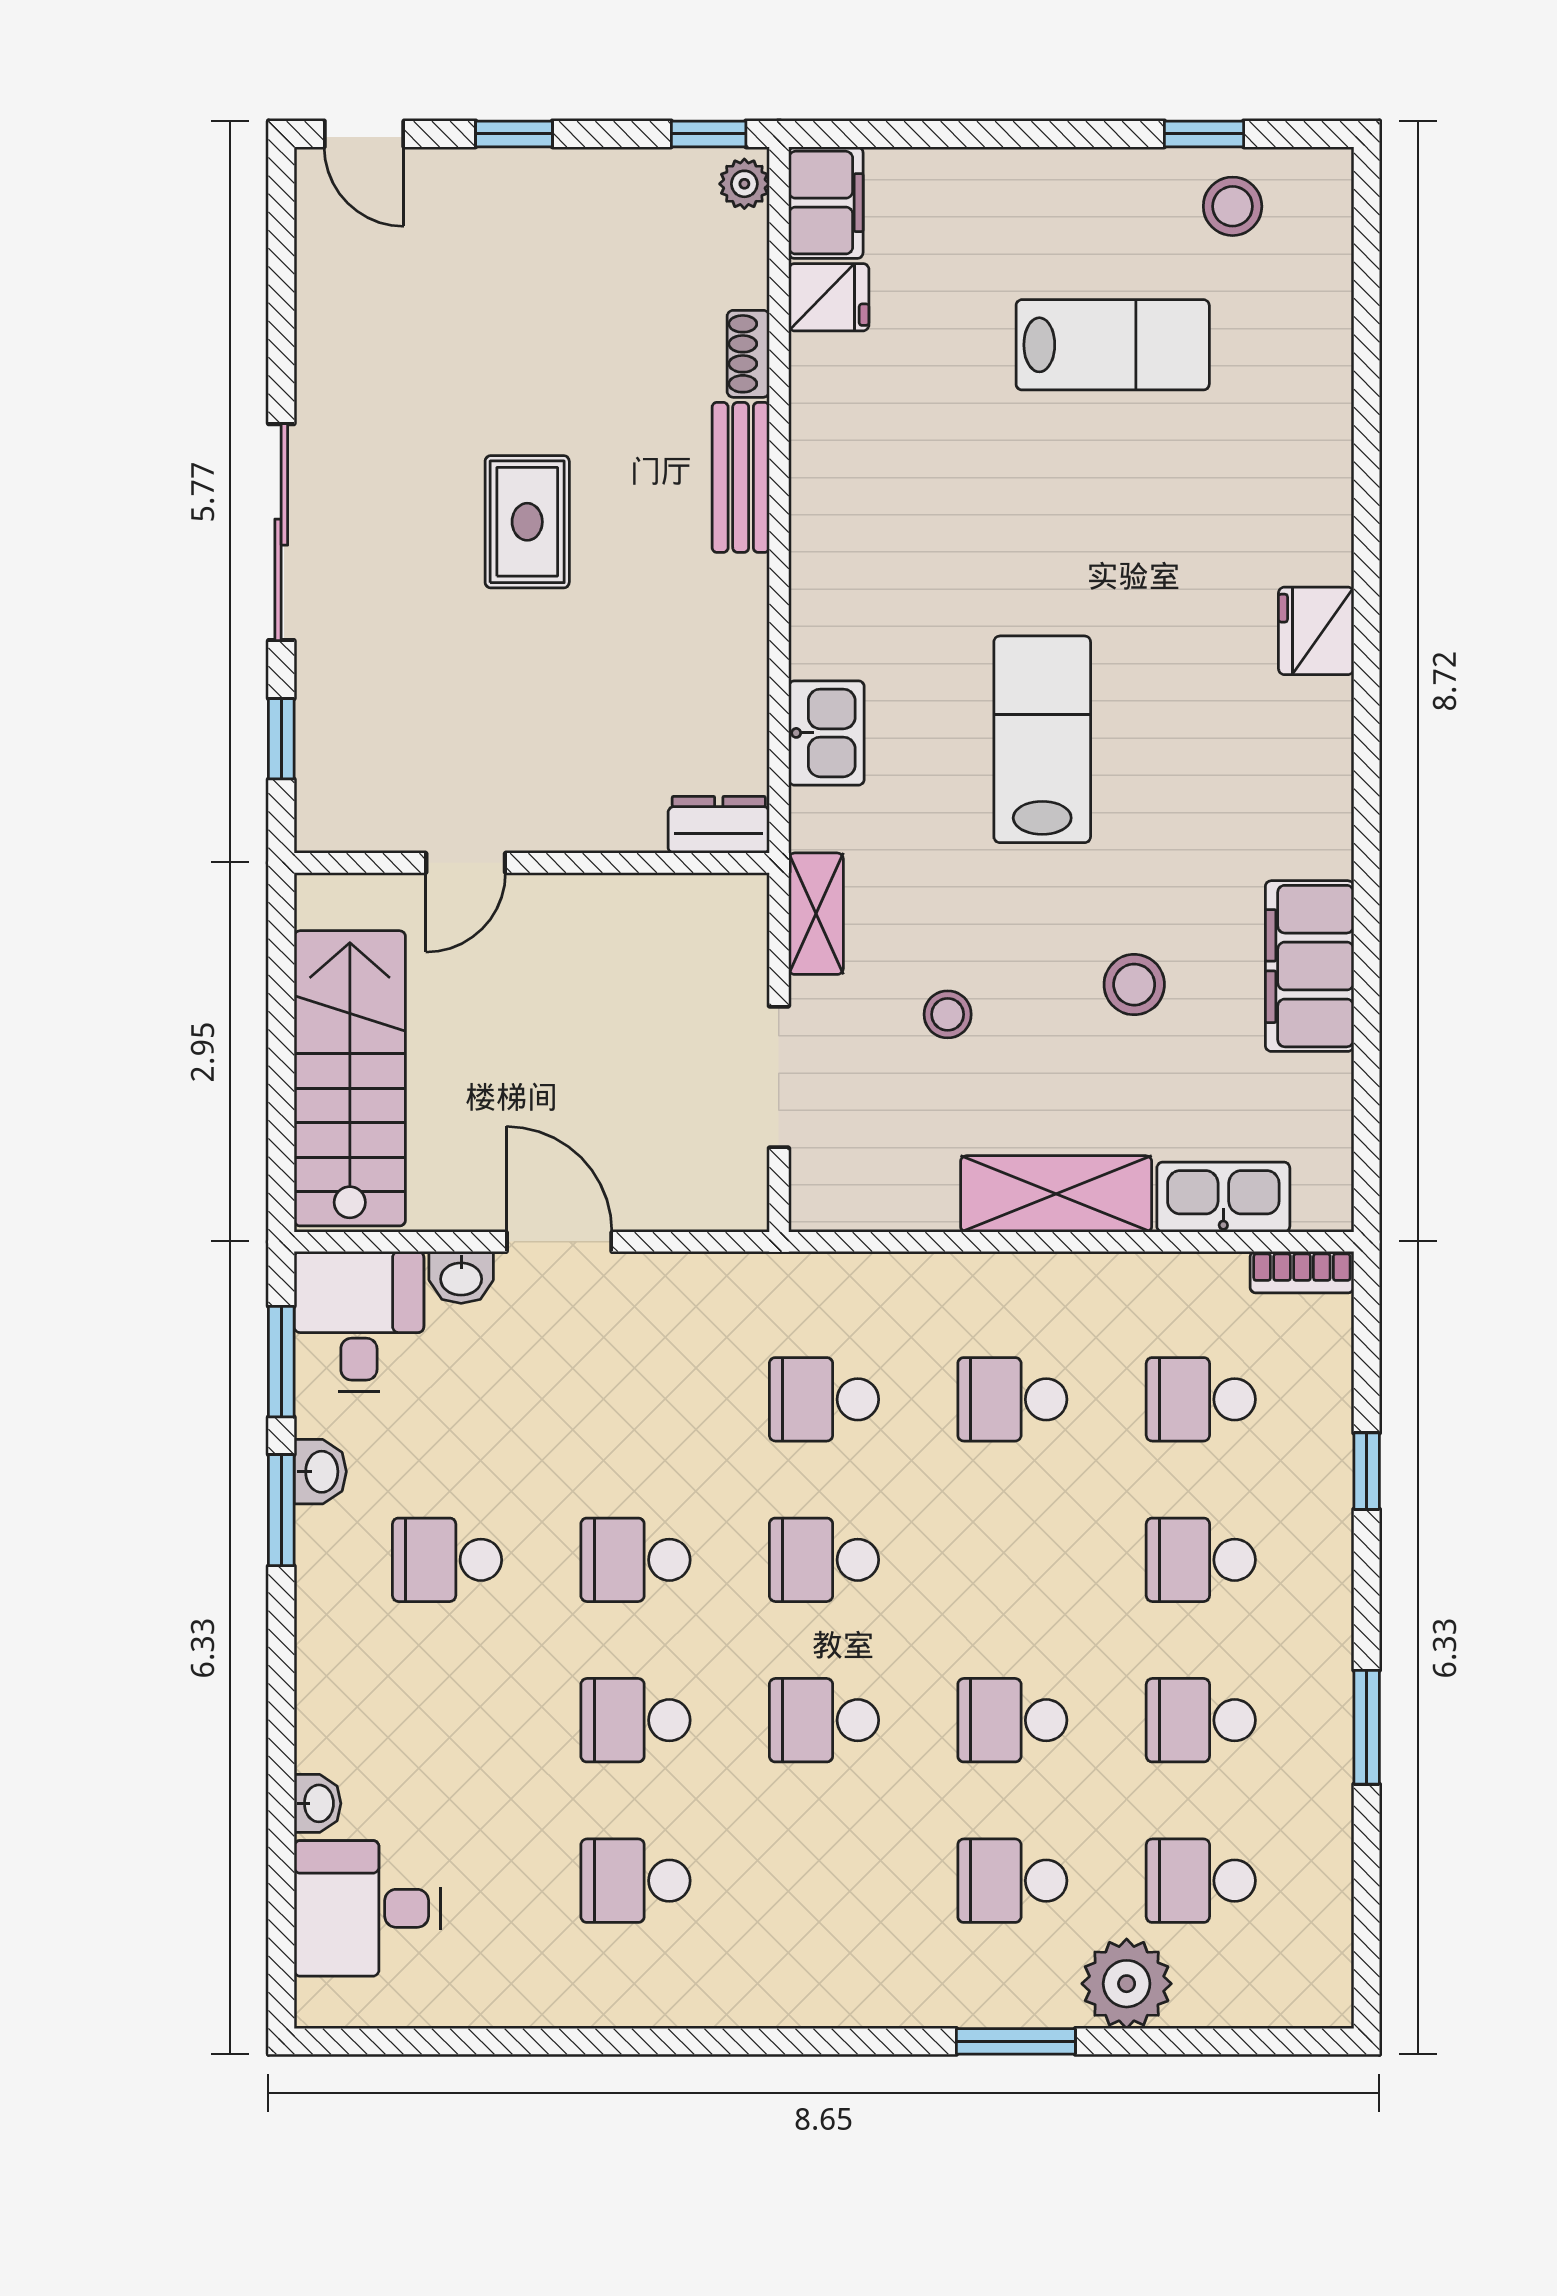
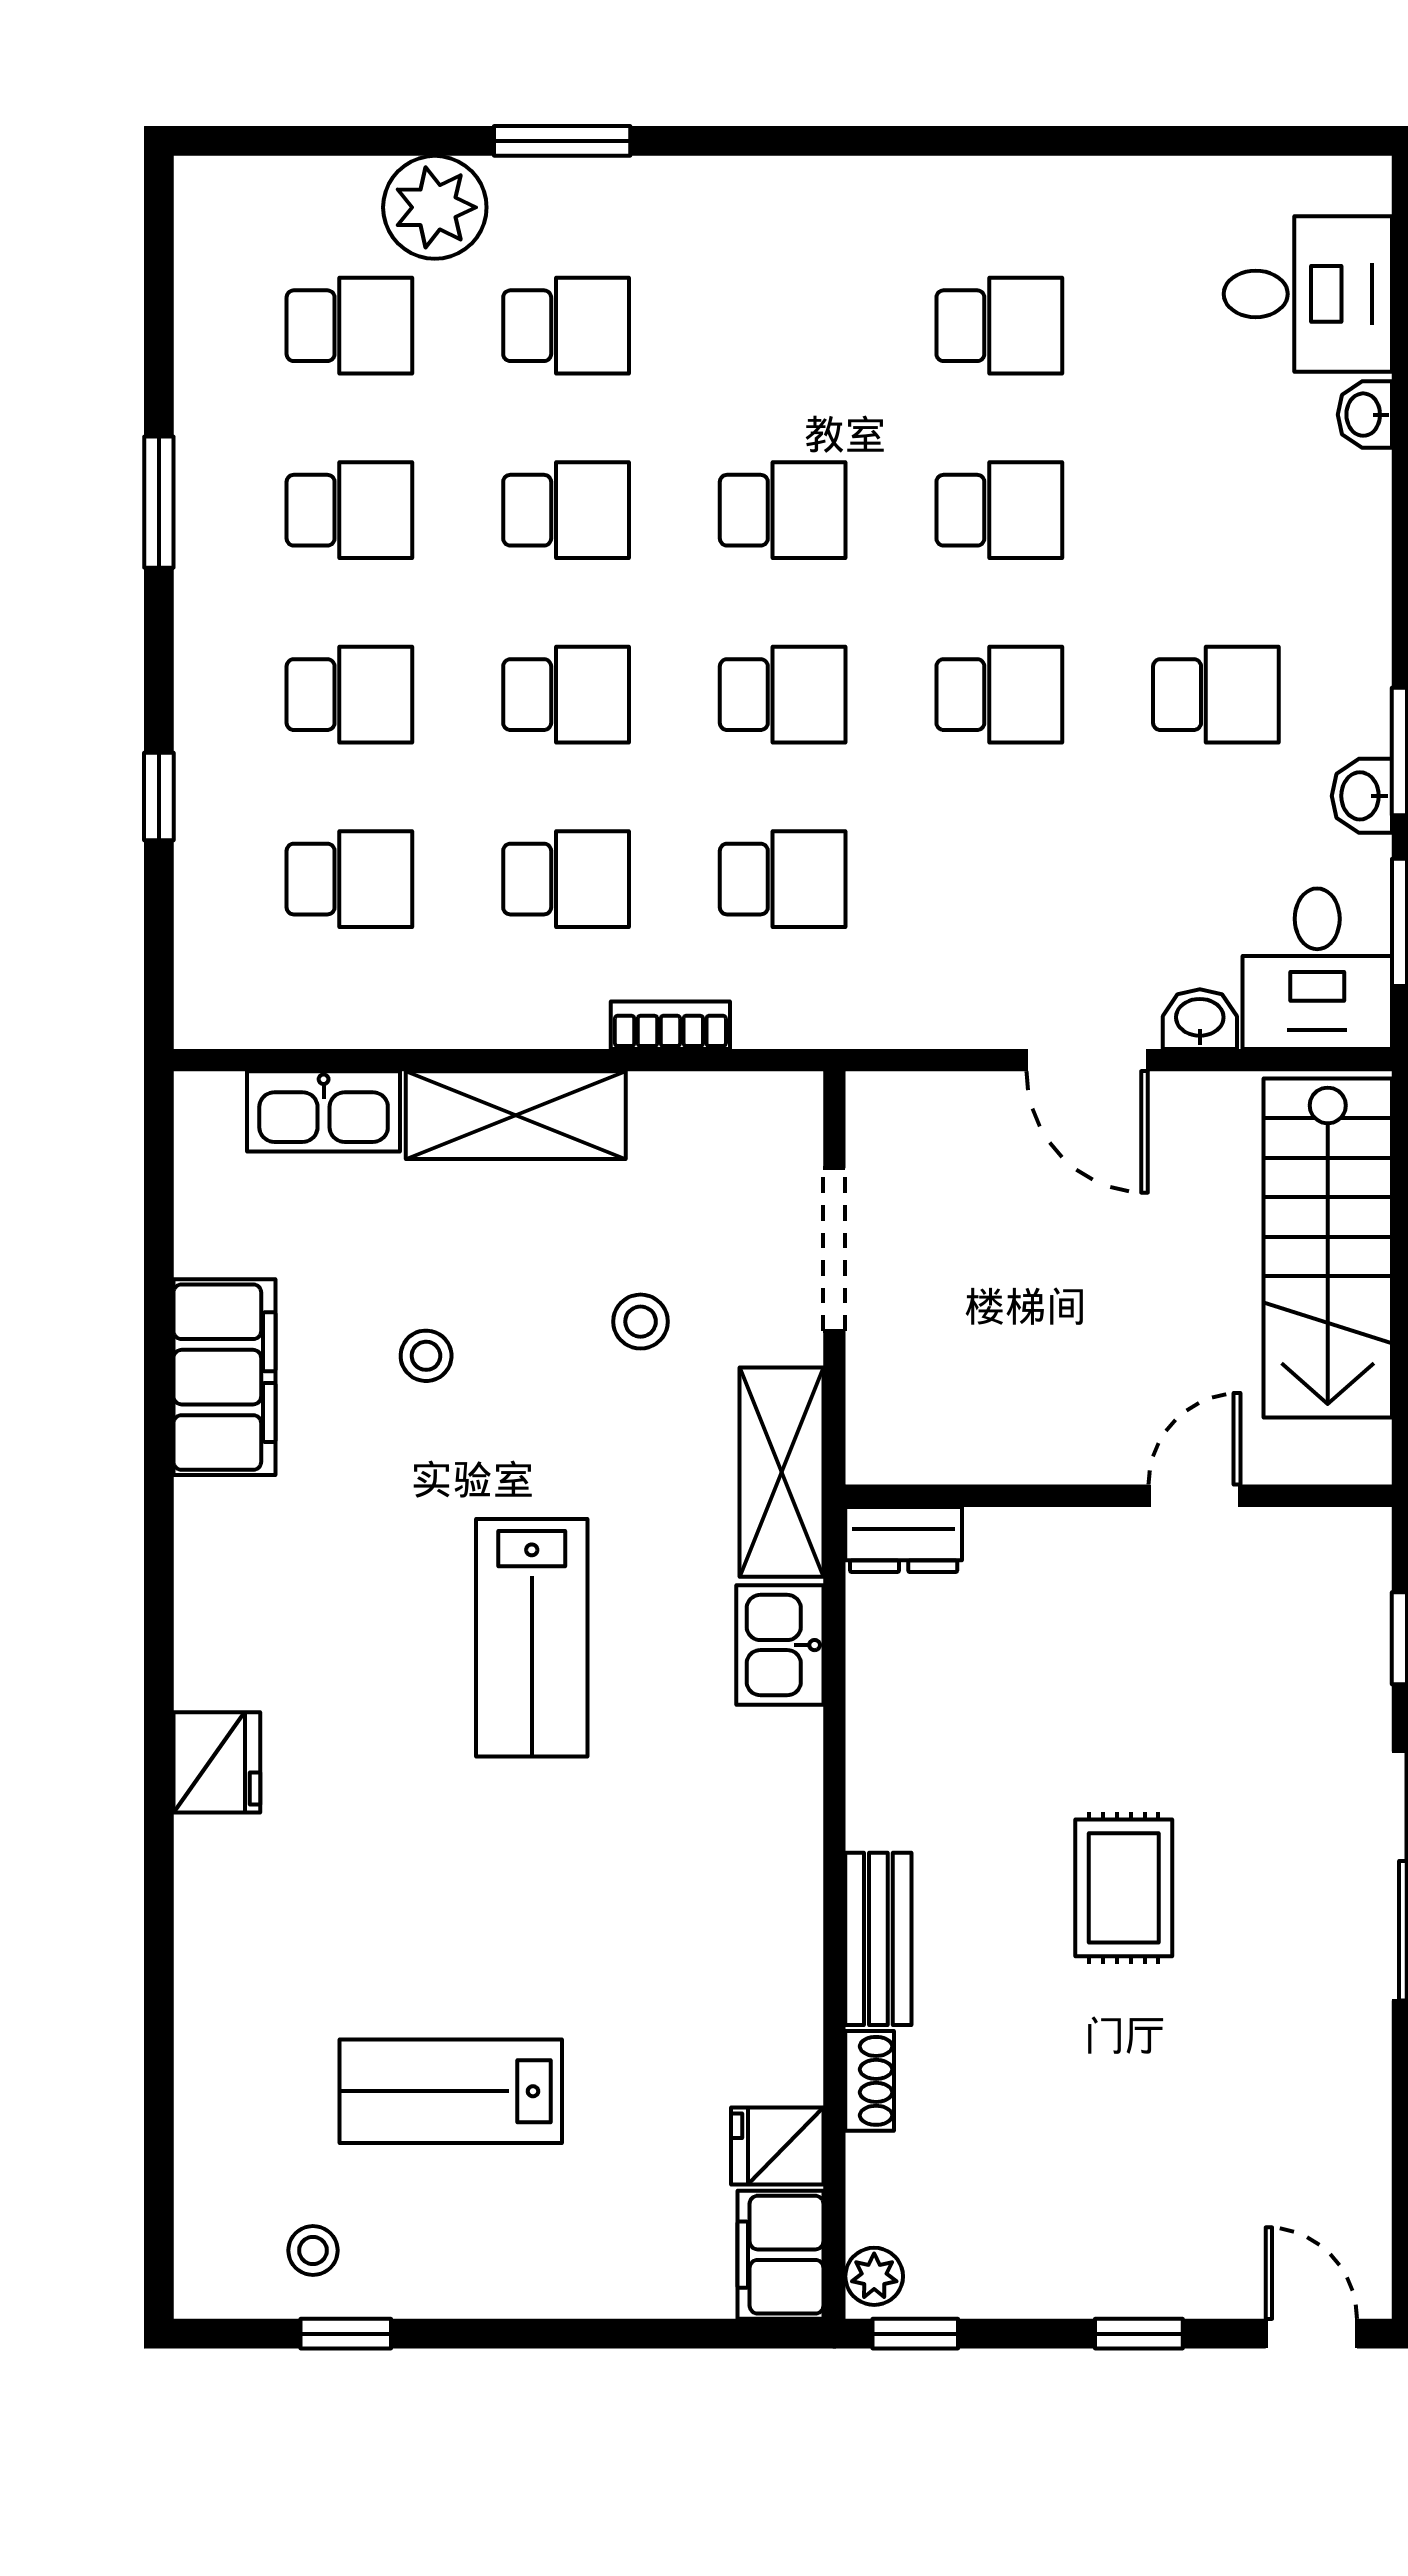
stool: (1233, 206) -> (313, 2250), width x0.73, depth x0.73
shelving: (816, 914) -> (781, 1472), width x1.50, depth x1.33
stool: (1134, 985) -> (426, 1356), width x0.73, depth x0.73
bookcase: (1302, 1272) -> (670, 1025), moved
school desk: (1012, 1560) -> (566, 695), added

